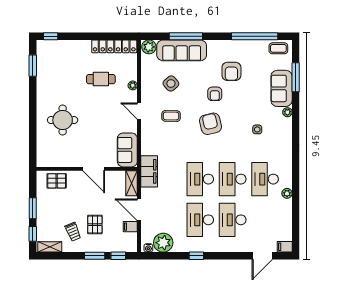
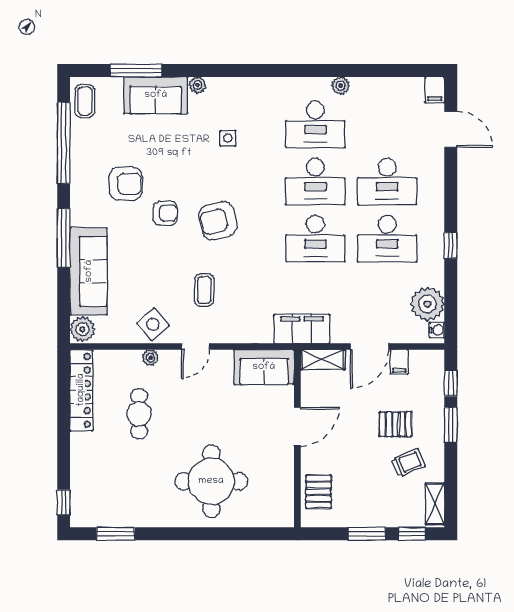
window: (186, 36) -> (64, 238), moved
side table: (171, 83) -> (153, 324), moved
round table: (63, 120) -> (211, 481), width x1.36, depth x1.36

